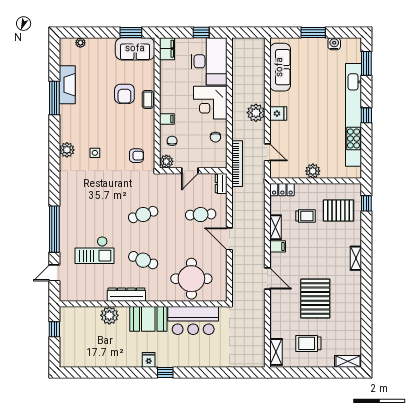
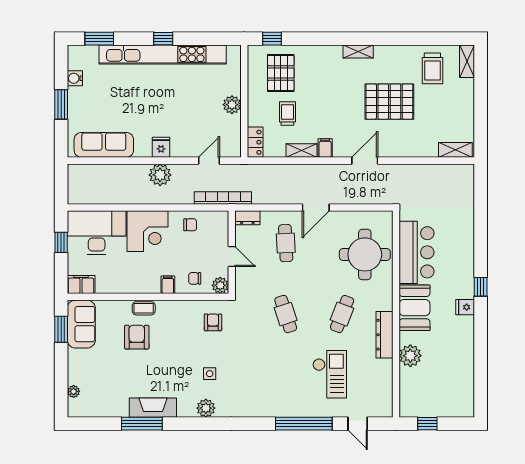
fireplace: (67, 85) -> (153, 408), moved
armchair: (124, 94) -> (137, 337), turned -90
shelving: (356, 258) -> (358, 52), moved
trolley: (308, 343) -> (432, 68), moved

